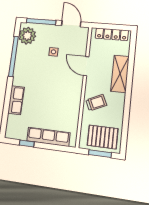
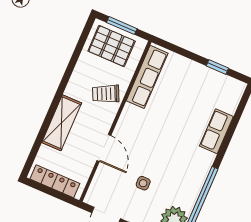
row of seats: (48, 137) -> (147, 77), moved, turned -90

